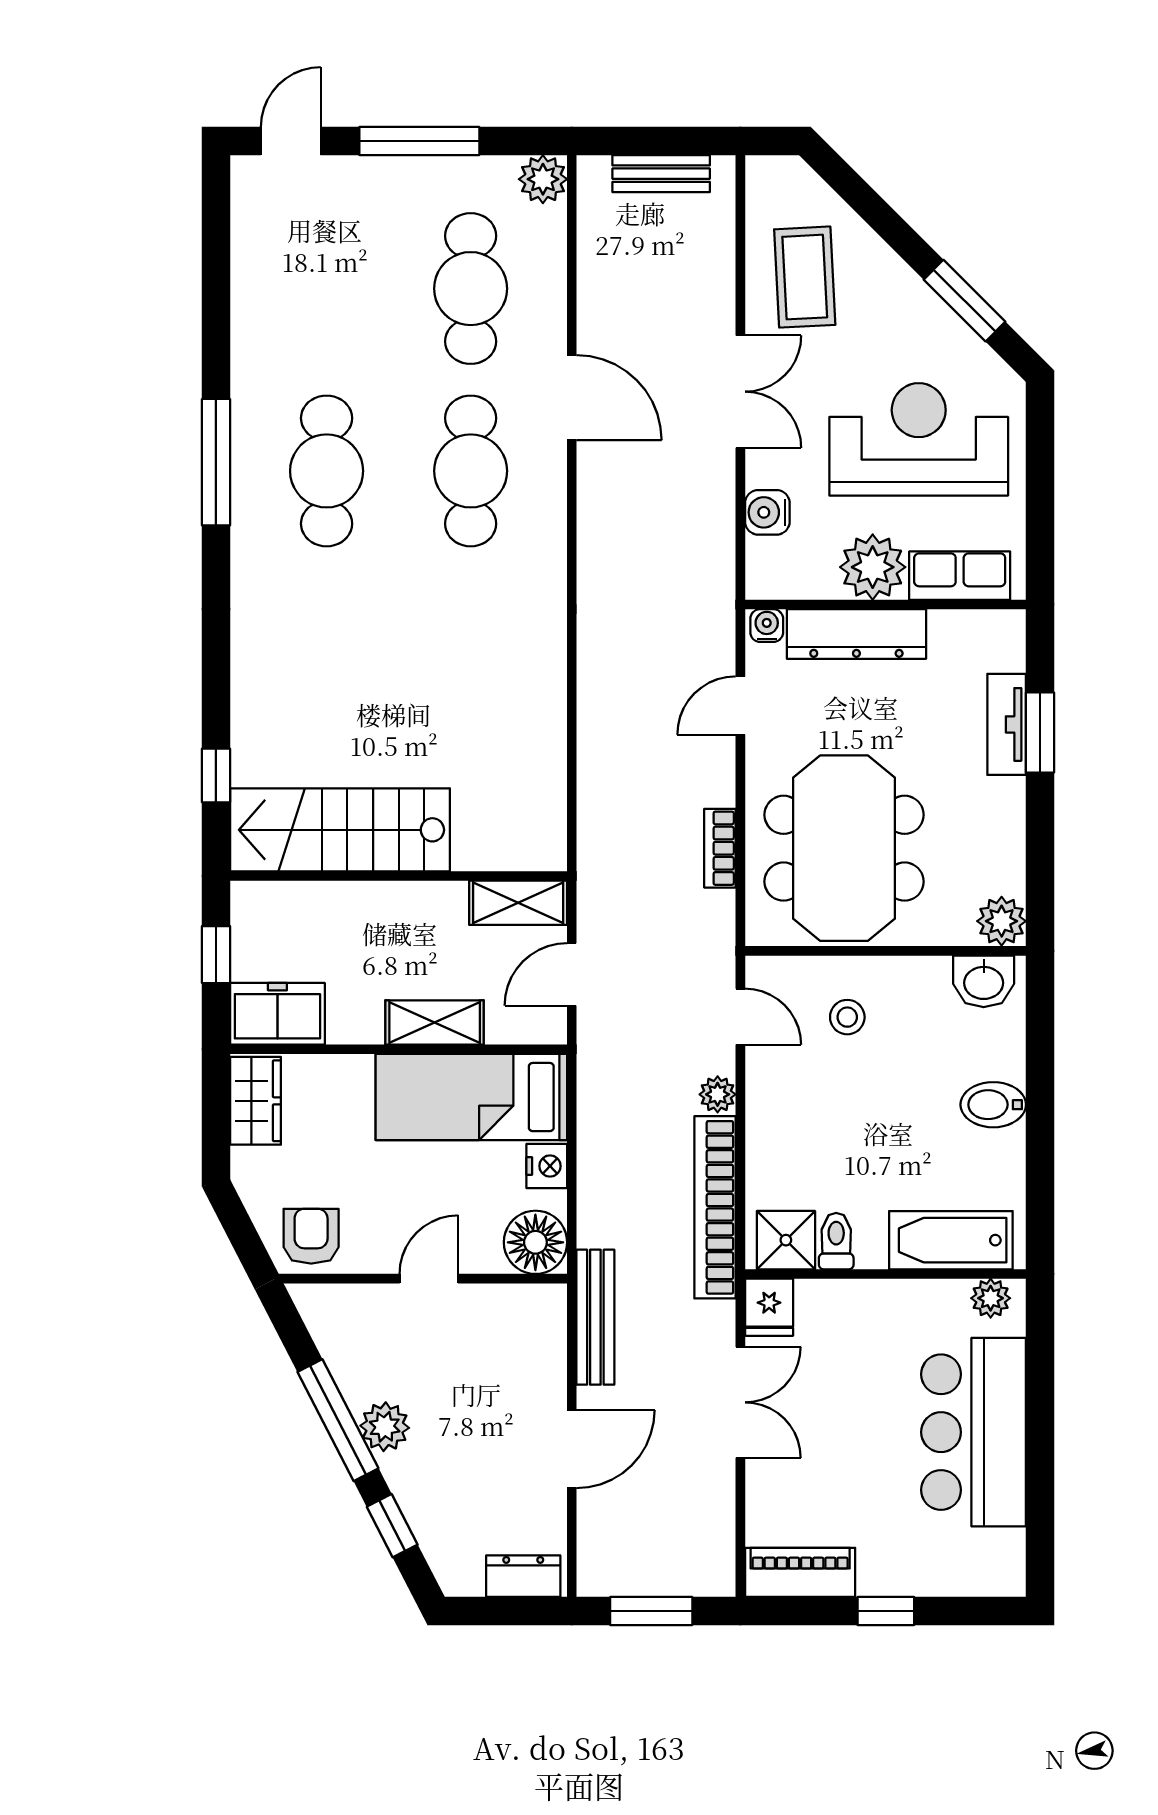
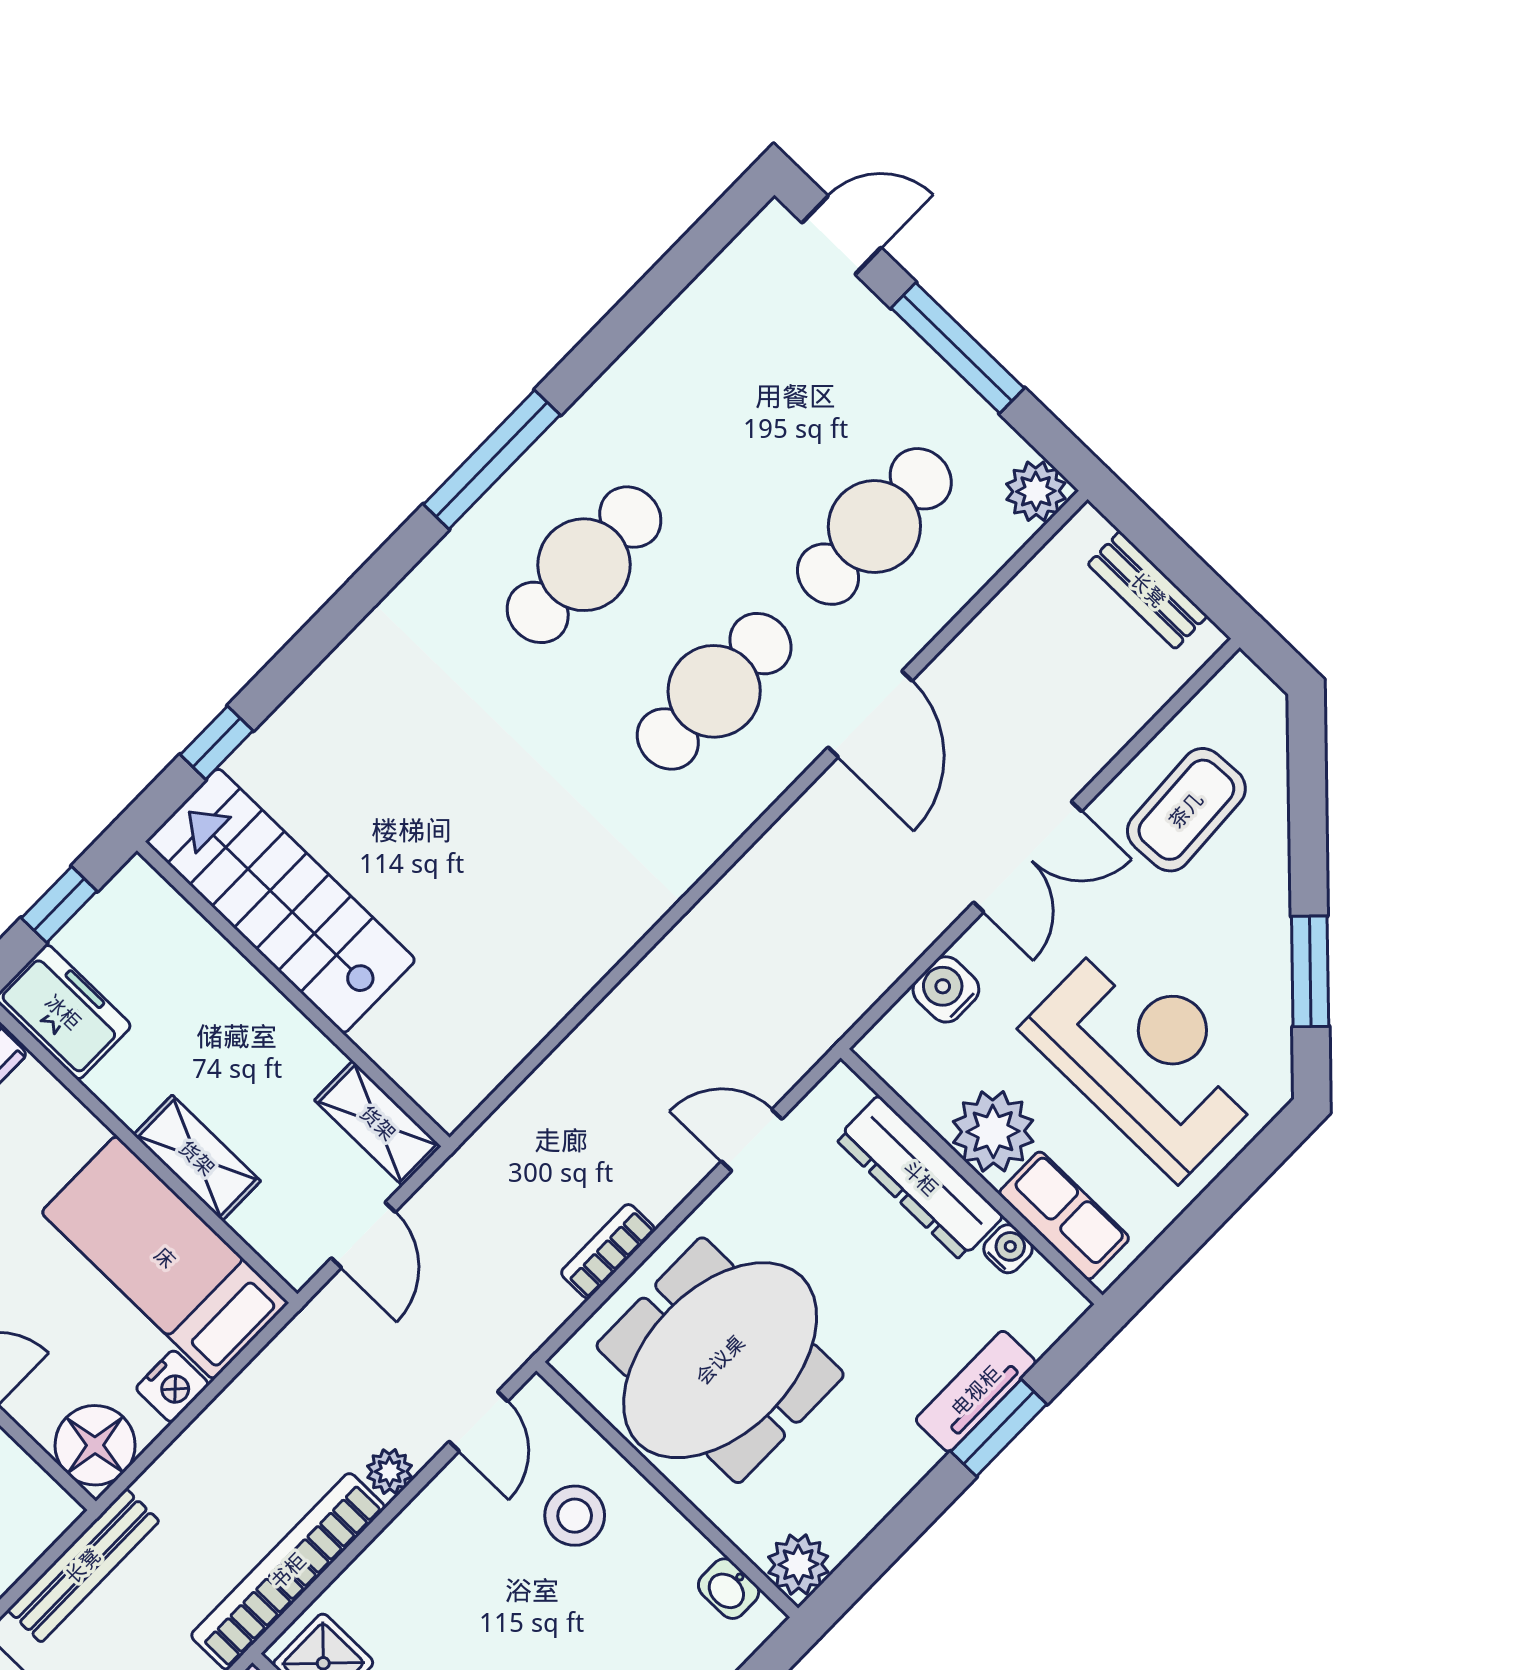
water cooler: (767, 626) -> (1008, 1249), moved
door: (572, 974) -> (363, 1235), swing flipped
washbasin: (984, 981) -> (729, 1589), width x0.72, depth x0.69
stool: (847, 1017) -> (575, 1516), width x1.37, depth x1.37

